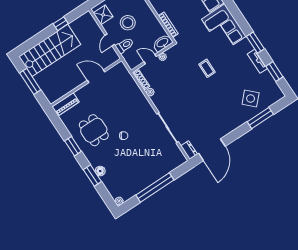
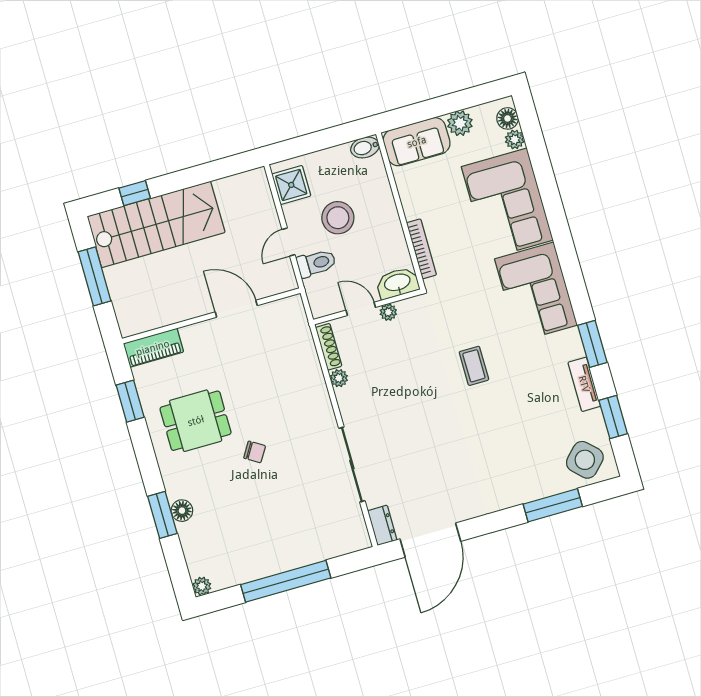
window: (61, 24) -> (135, 193), moved
side table: (251, 99) -> (585, 460), moved
dining table: (94, 130) -> (196, 421), turned 90
window: (73, 146) -> (130, 401), moved

